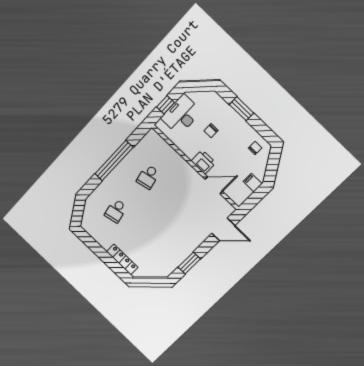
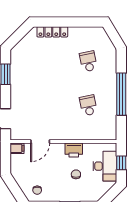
printer: (203, 162) -> (74, 150), moved
filing cabinet: (253, 183) -> (17, 148), moved

